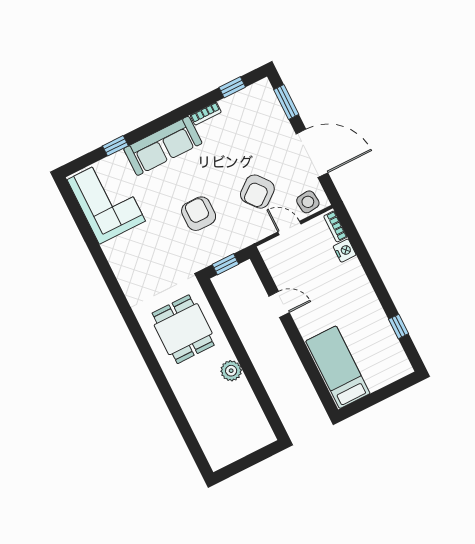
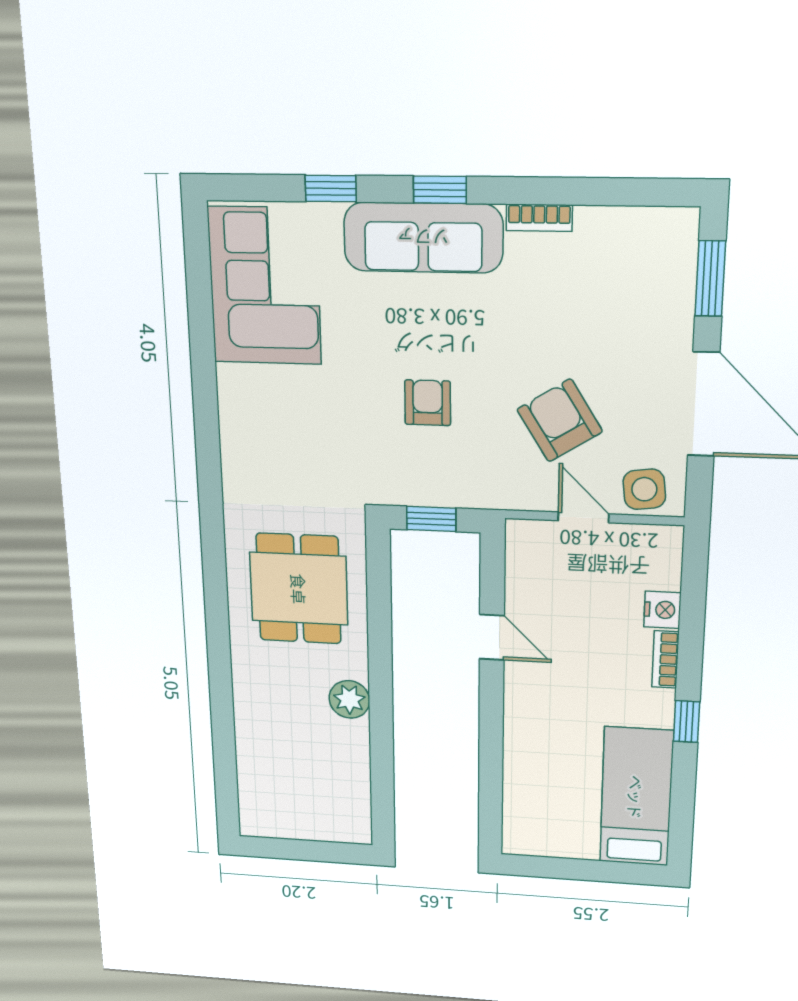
window: (232, 87) -> (440, 190), moved
armchair: (257, 192) -> (560, 420), turned 97
armchair: (199, 214) -> (428, 403), width x0.72, depth x0.72
bookcase: (335, 226) -> (665, 659), moved
window: (399, 326) -> (686, 722), moved
bed: (338, 367) -> (636, 797), moved

